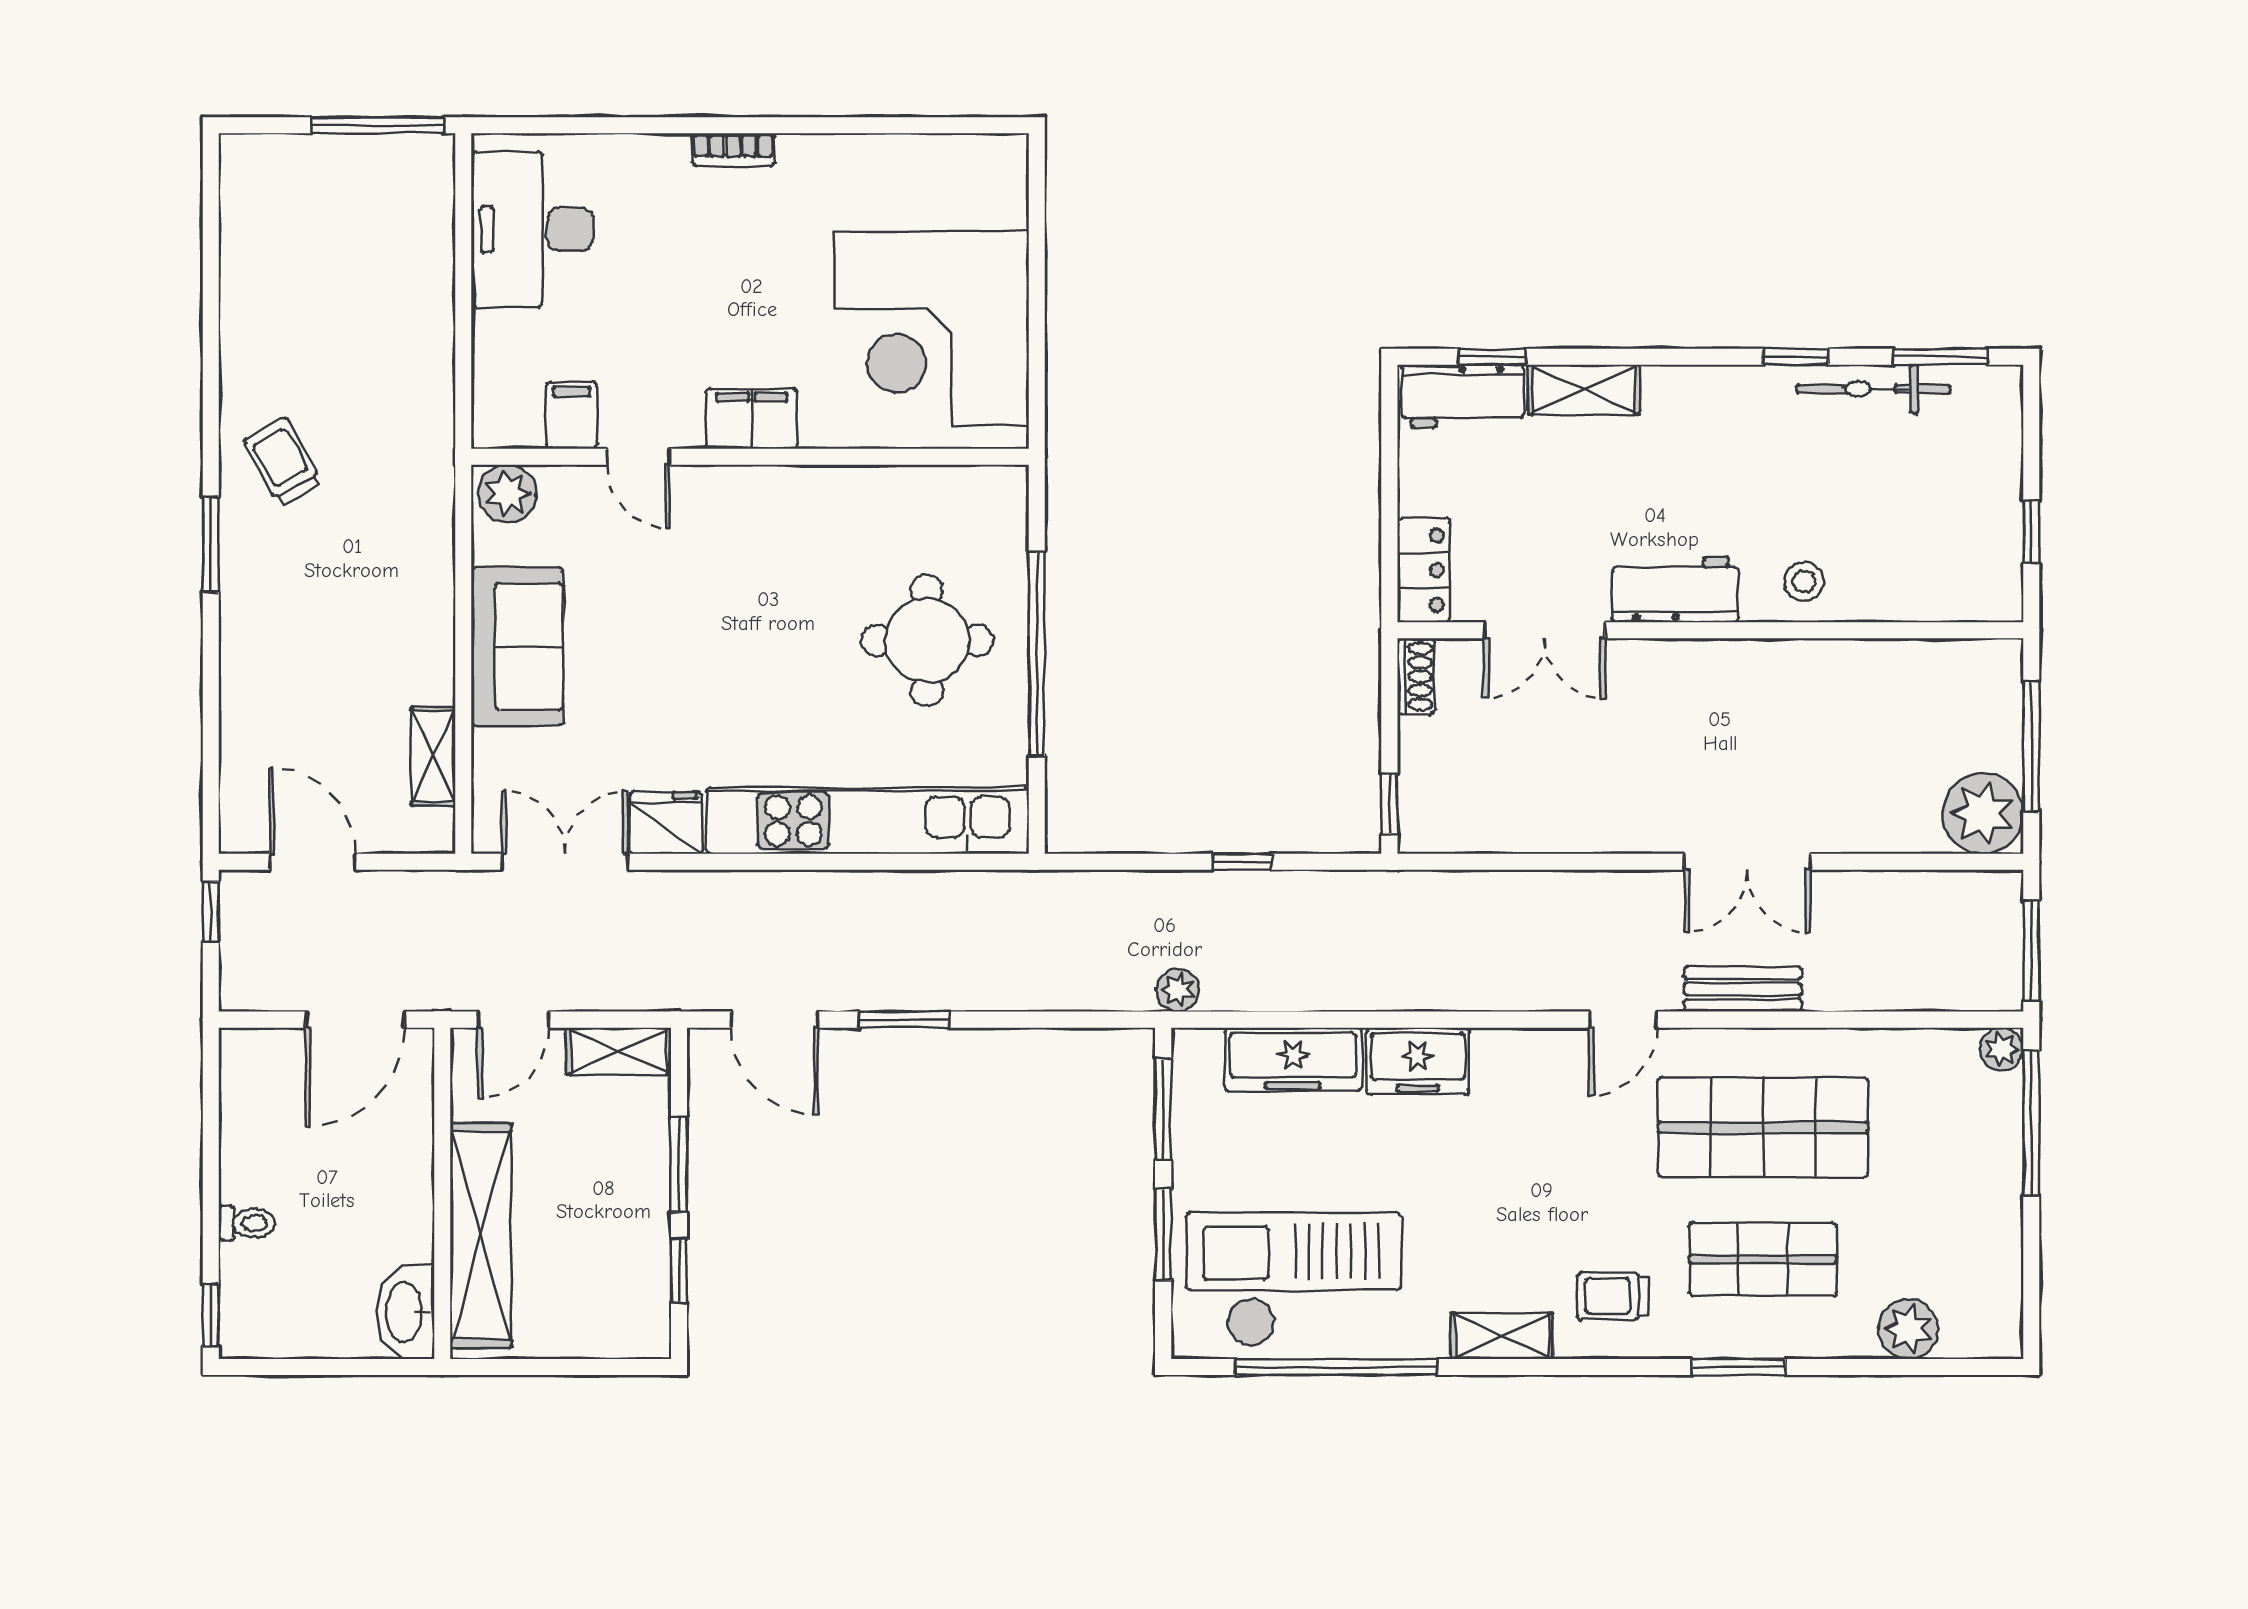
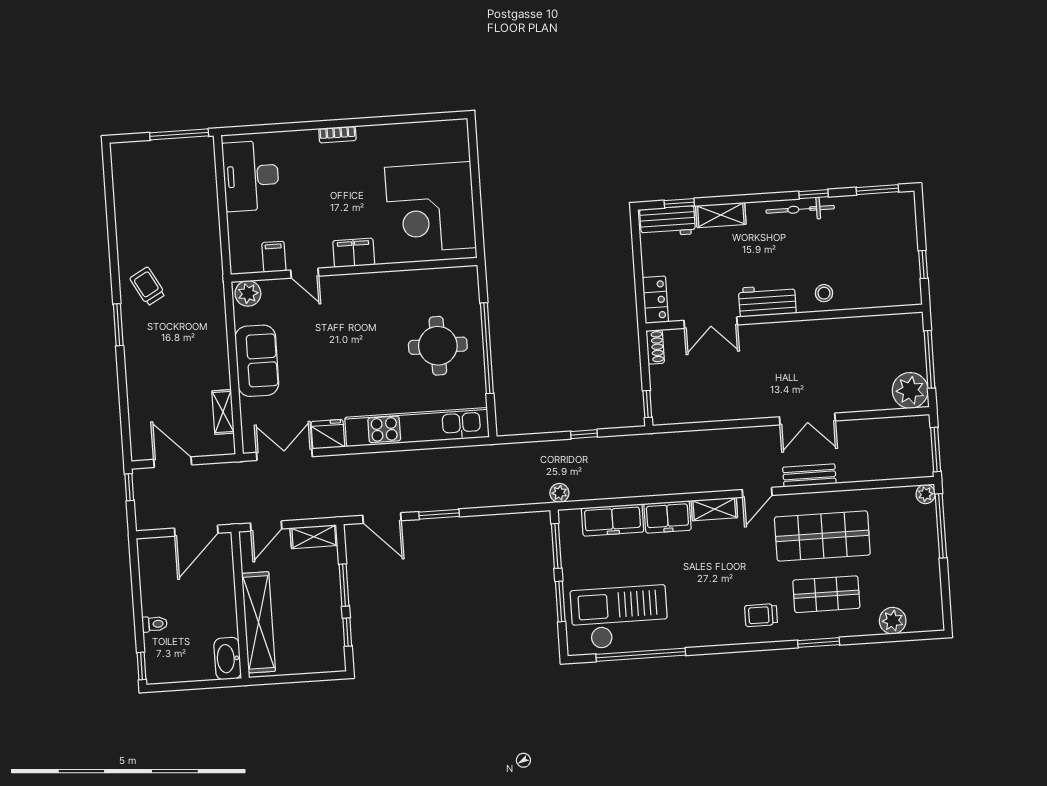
bicycle: (1873, 389) -> (800, 209), moved
shelving: (1502, 1336) -> (714, 509), moved

